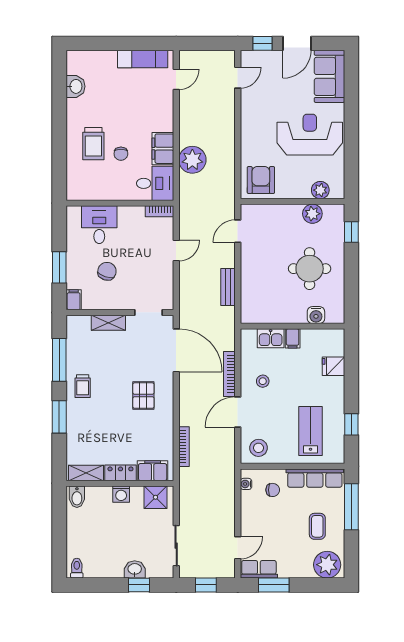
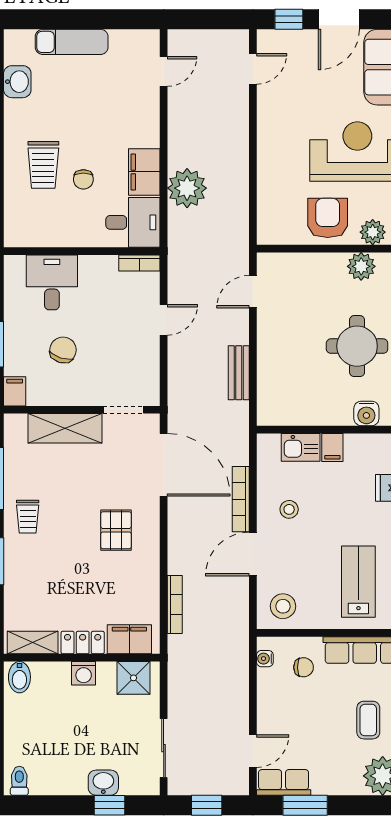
exam couch: (143, 59) -> (72, 42), moved
armchair: (261, 180) -> (328, 218), moved
shelving: (108, 323) -> (65, 428), width x1.50, depth x1.33

